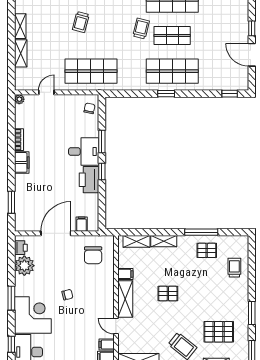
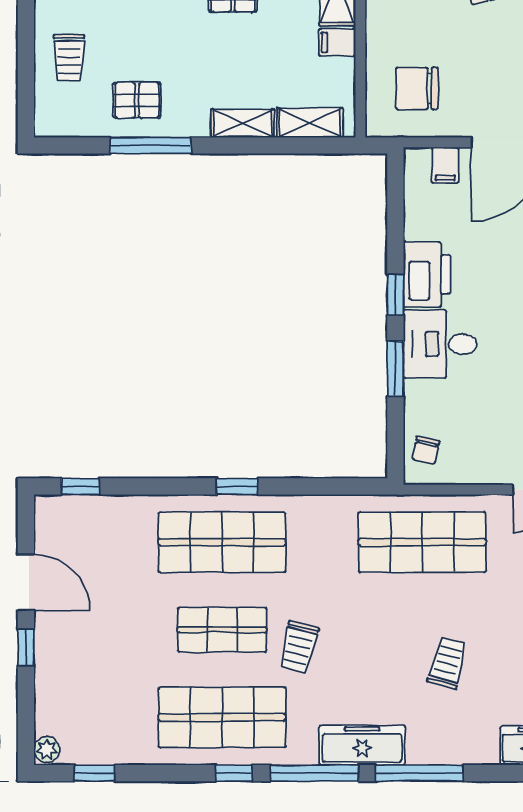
chair: (93, 255) -> (417, 88), turned -90

